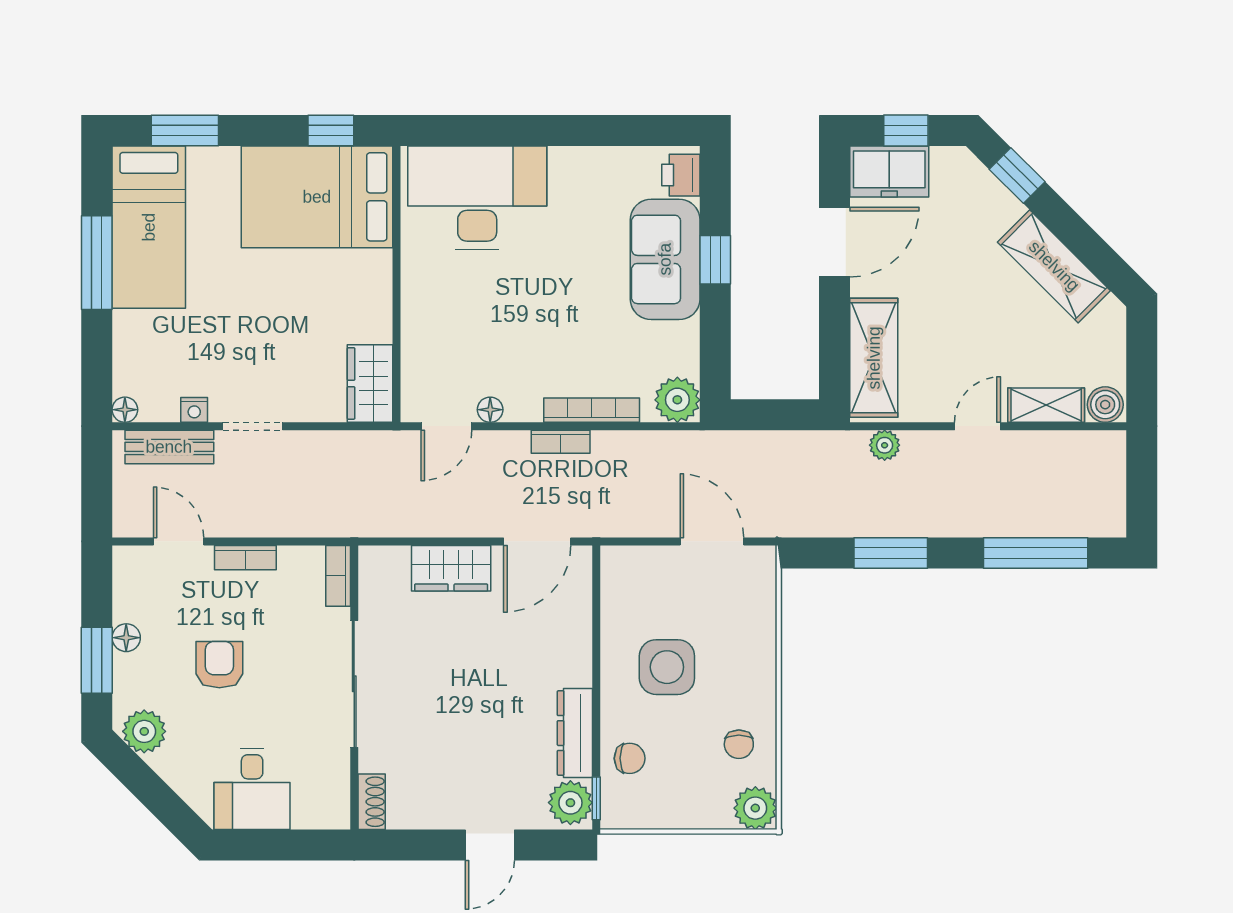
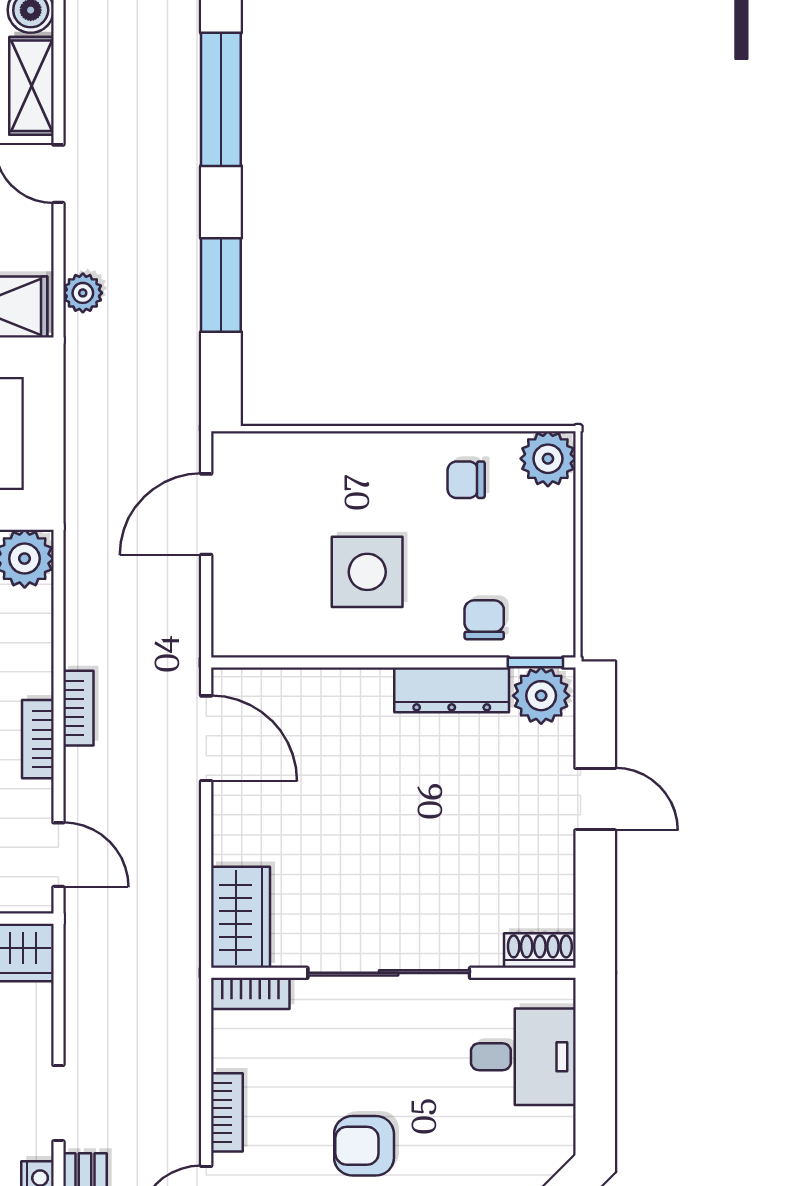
floor lamp: (490, 410) -> (37, 799), removed
bookcase: (592, 410) -> (38, 739), moved, width x0.64
wardrobe: (451, 568) -> (240, 917), moved
chair: (739, 744) -> (466, 480), turned 180
desk: (252, 789) -> (523, 1057), moved

